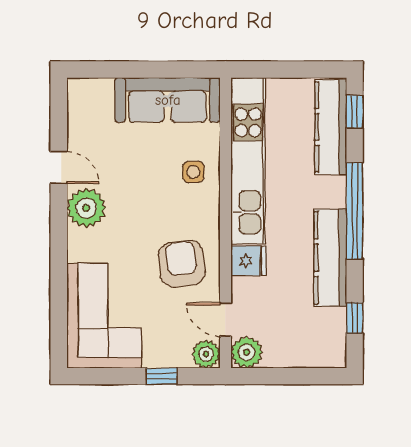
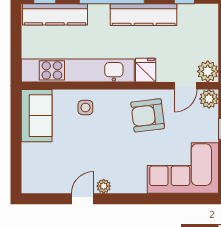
sofa: (168, 100) -> (37, 116), width x0.73
plant: (86, 208) -> (104, 186), width x0.53, depth x0.53

